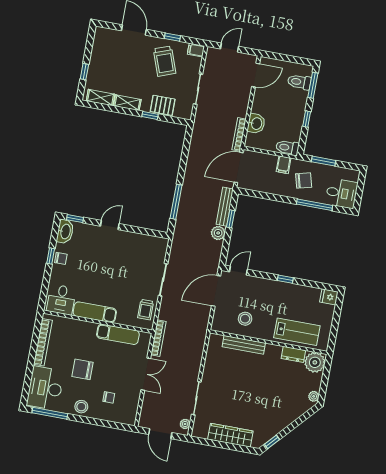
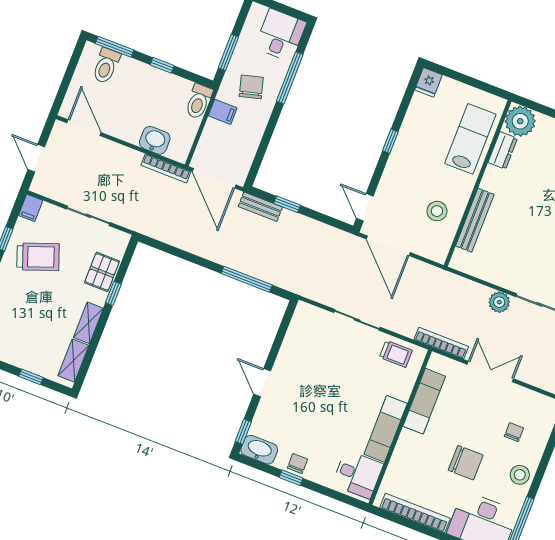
bench: (225, 207) -> (260, 207), width x0.73
plant: (218, 233) -> (499, 302), moved
chair: (83, 369) -> (466, 463), turned -90

